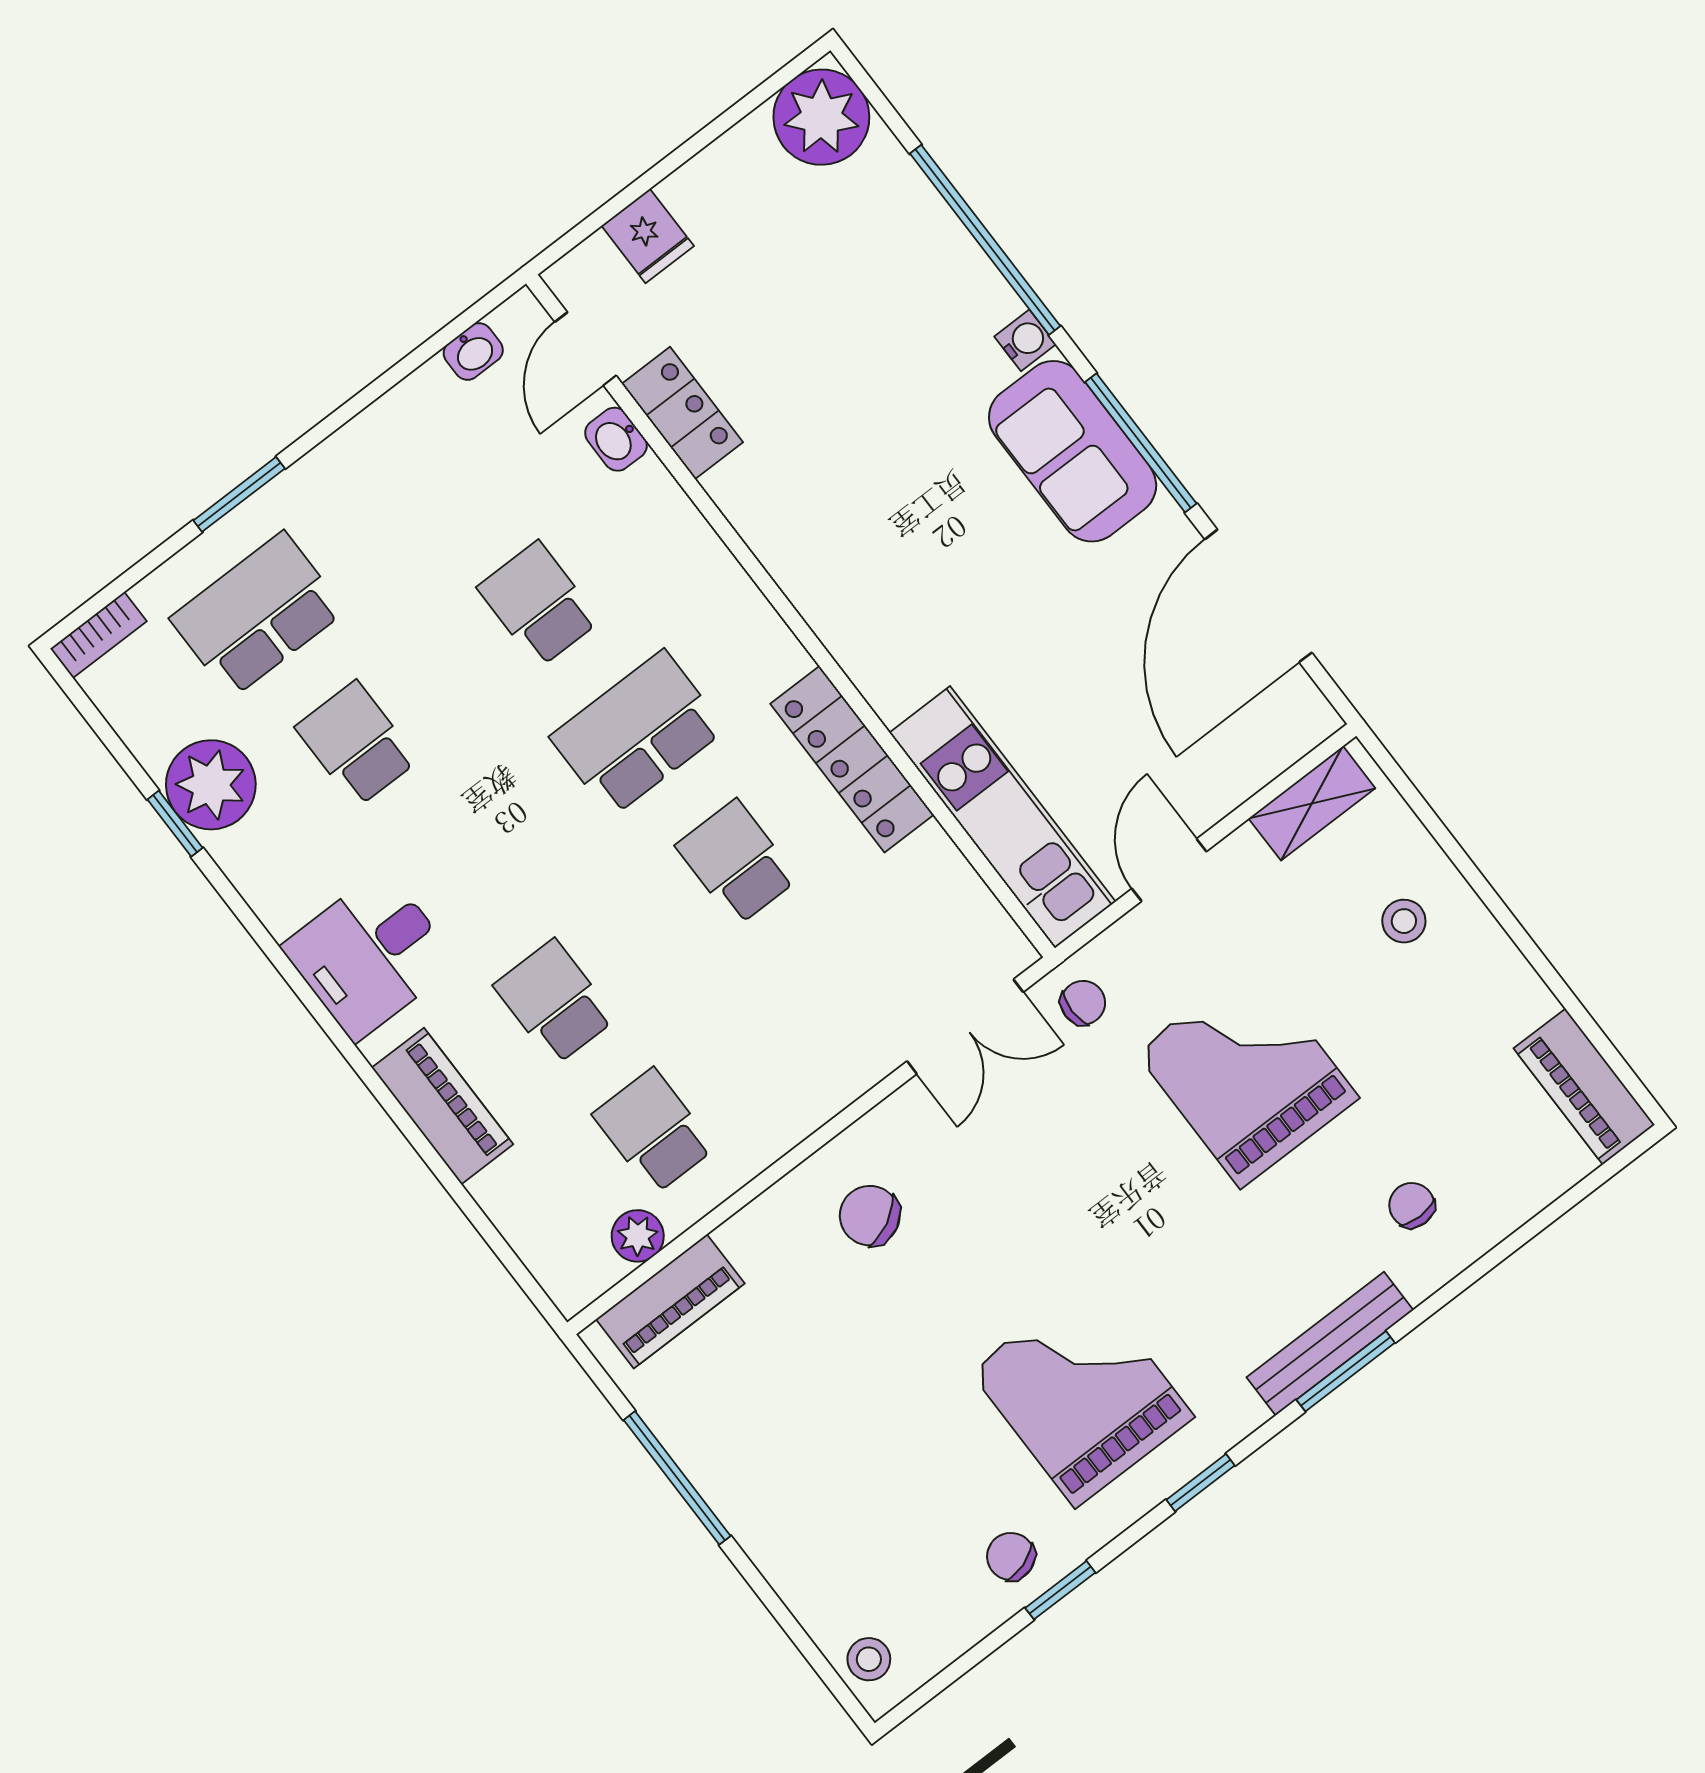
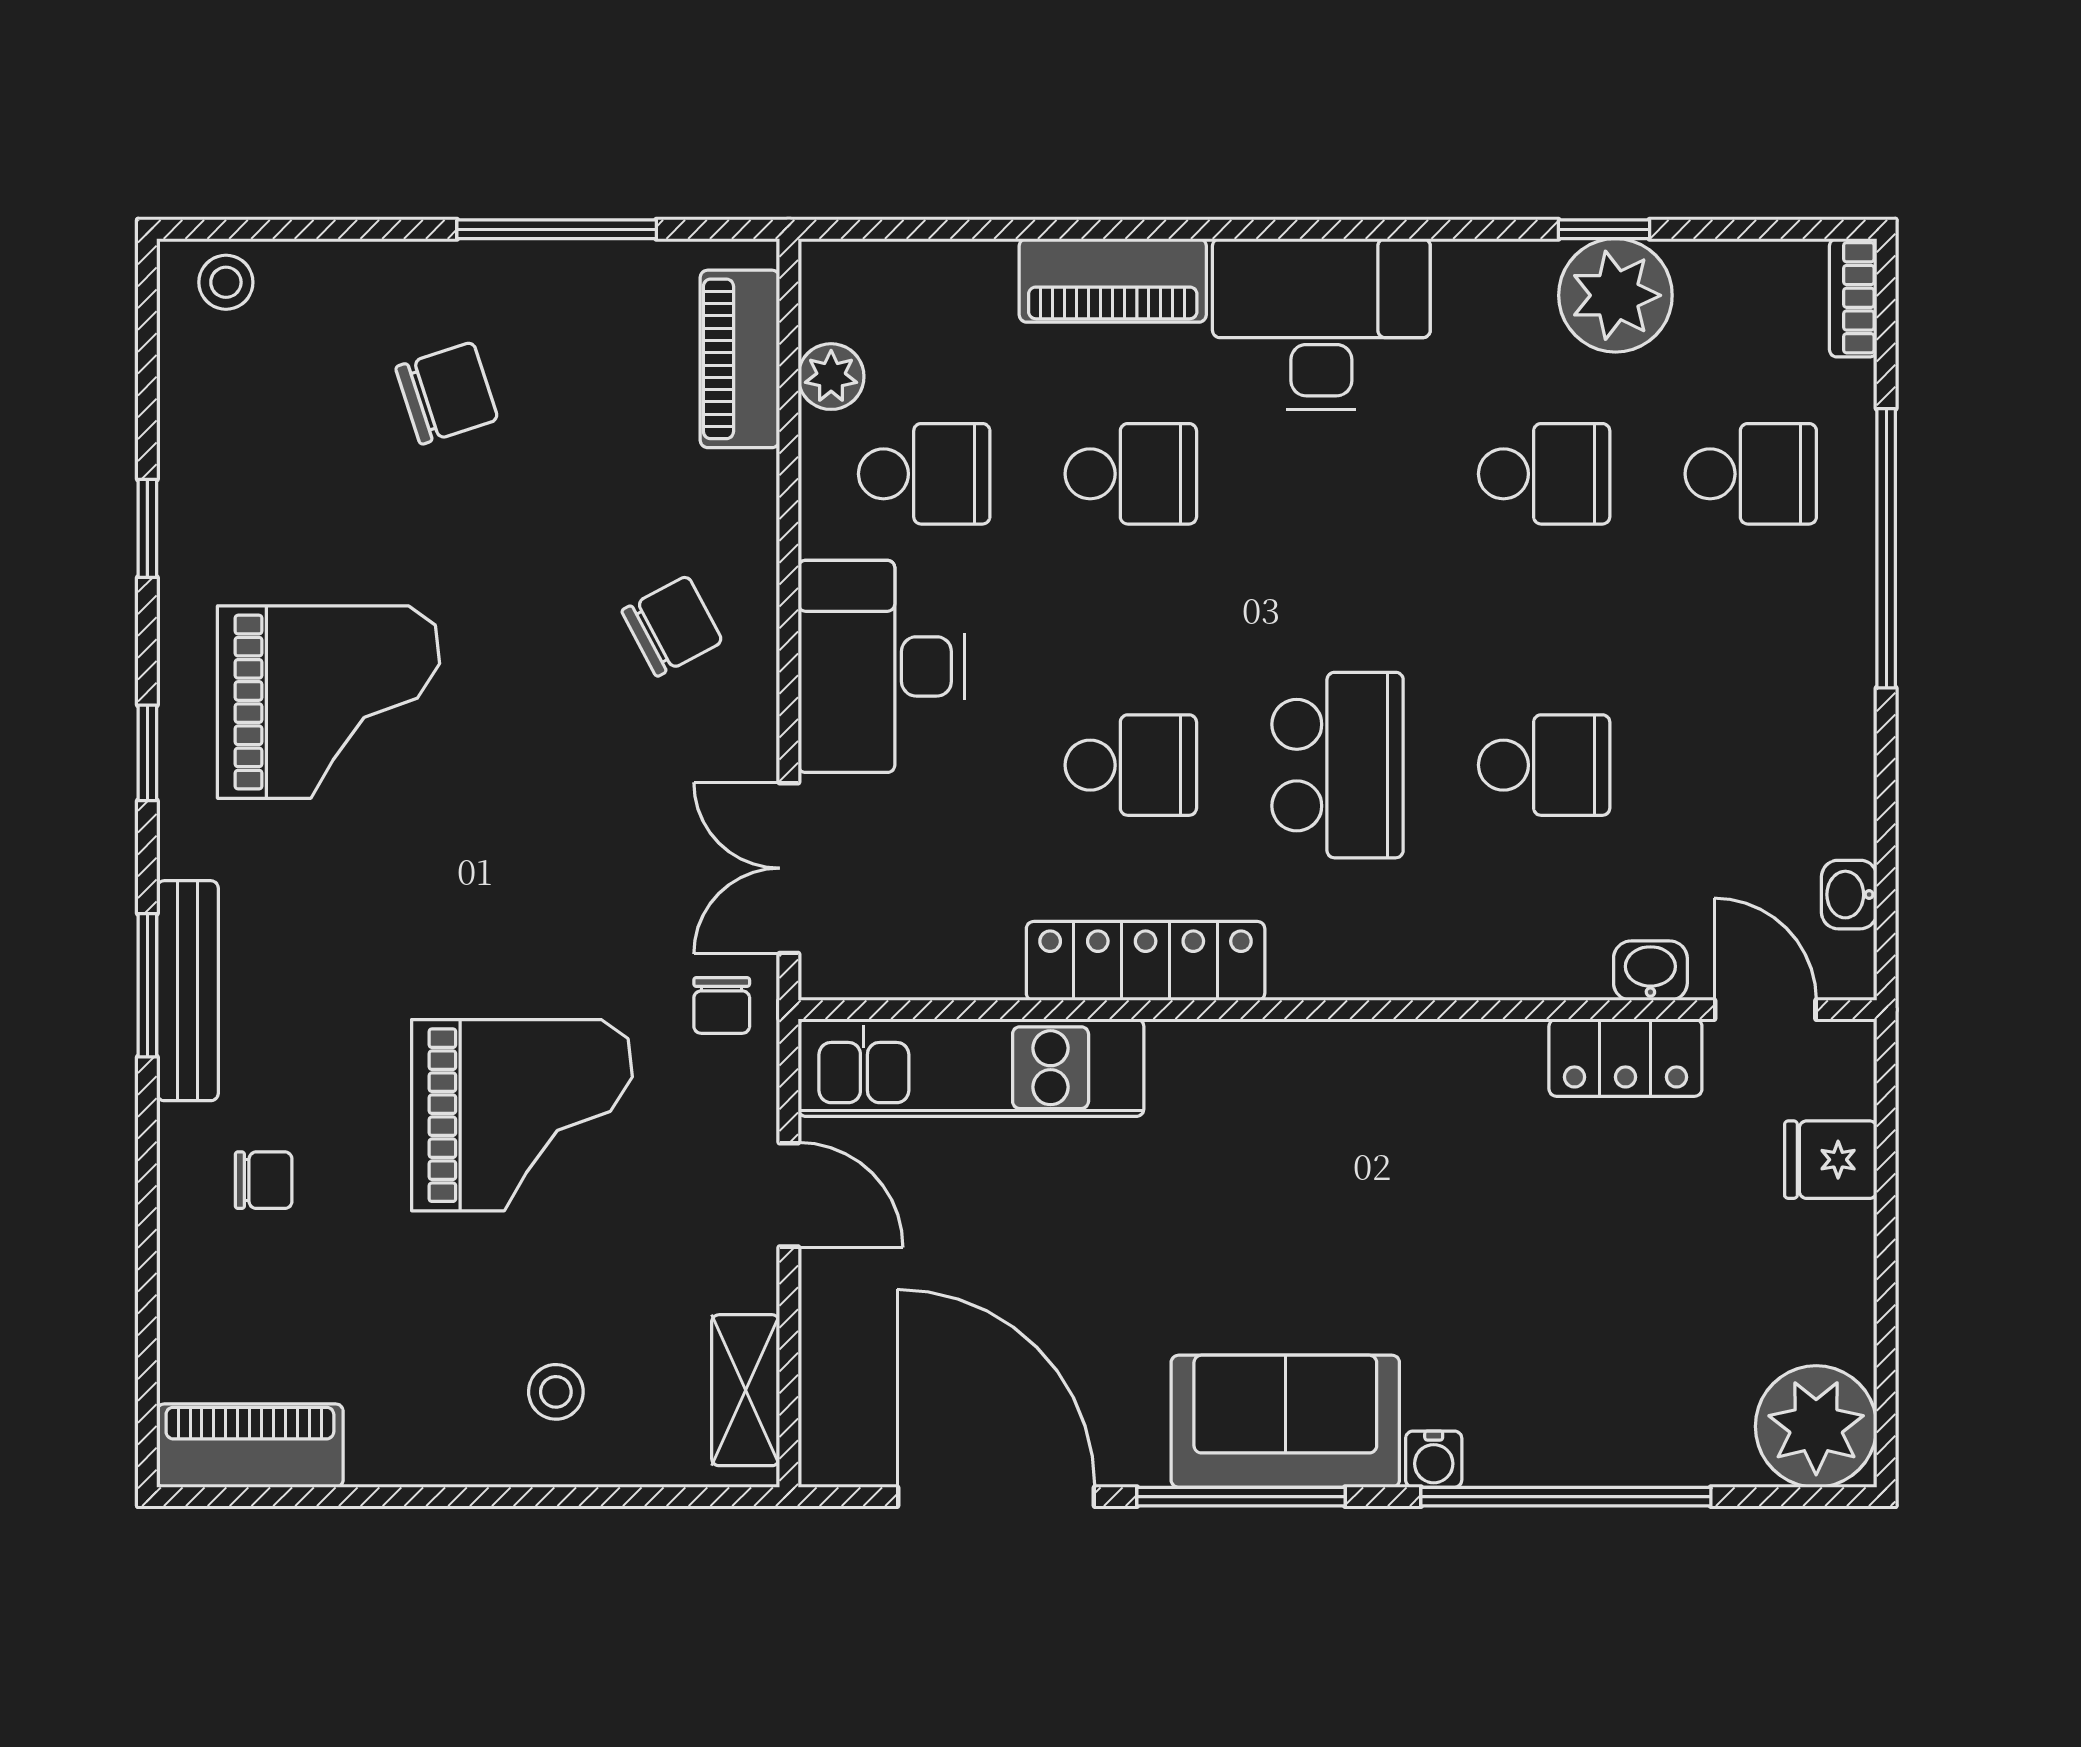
window: (239, 494) -> (1886, 548), width x2.11
school desk: (257, 615) -> (1751, 474), width x0.54
desk: (370, 955) -> (1321, 324), width x1.37
desk: (795, 1065) -> (881, 666), added
chair: (1011, 1556) -> (447, 393), moved, width x1.37, depth x1.37

